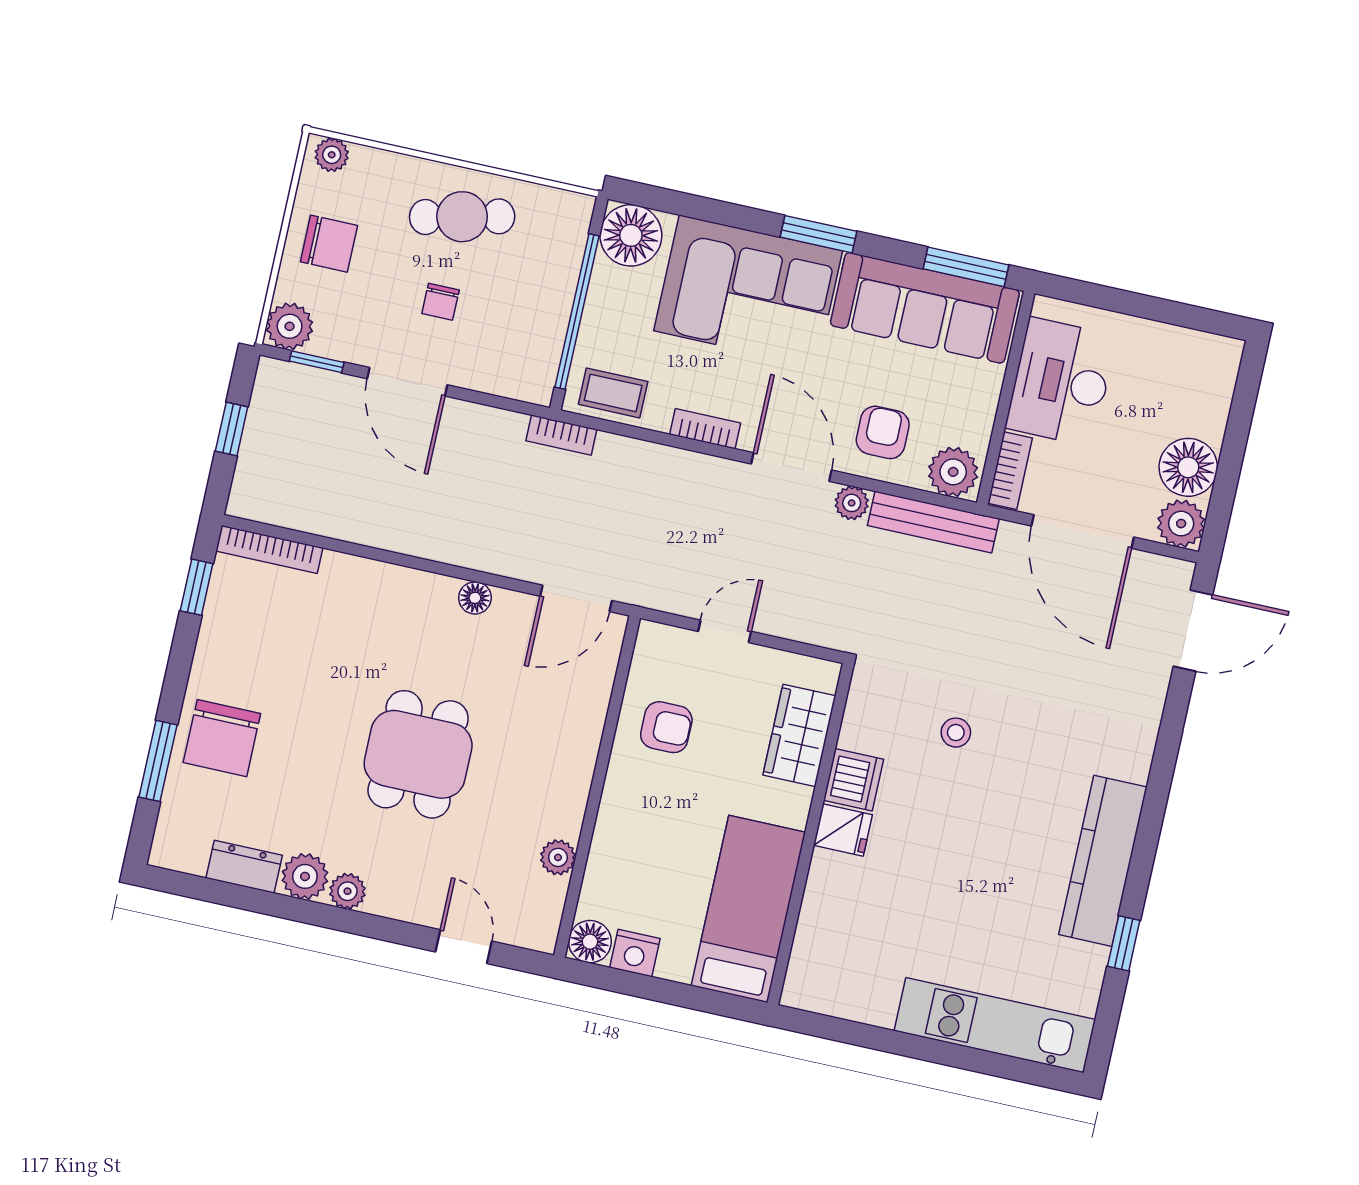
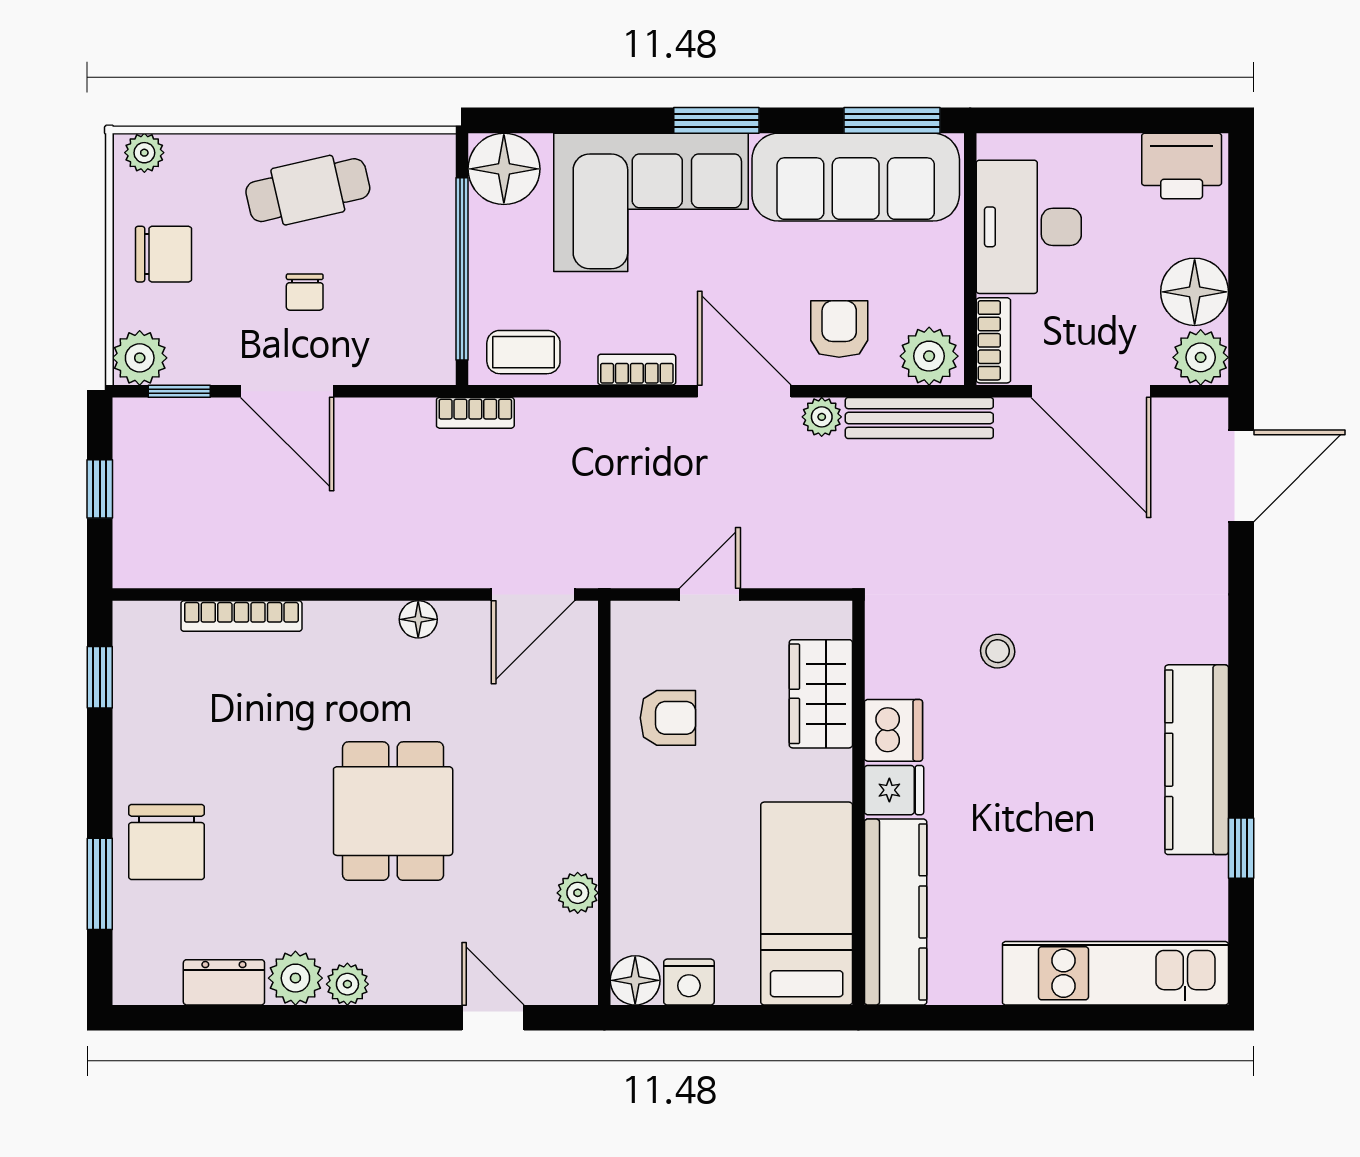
printer: (1201, 359) -> (1182, 166), added
bookcase: (269, 549) -> (241, 616), moved
kitchen counter: (821, 933) -> (896, 912), added

